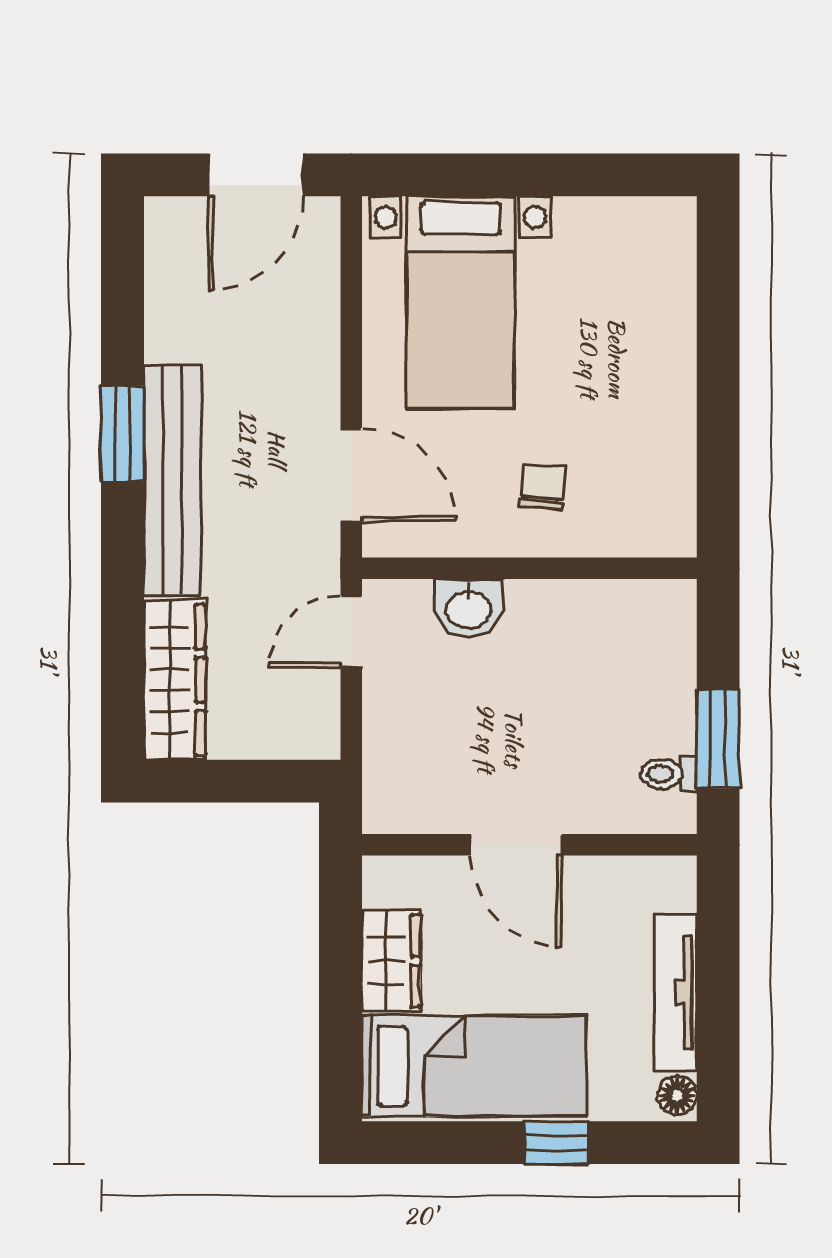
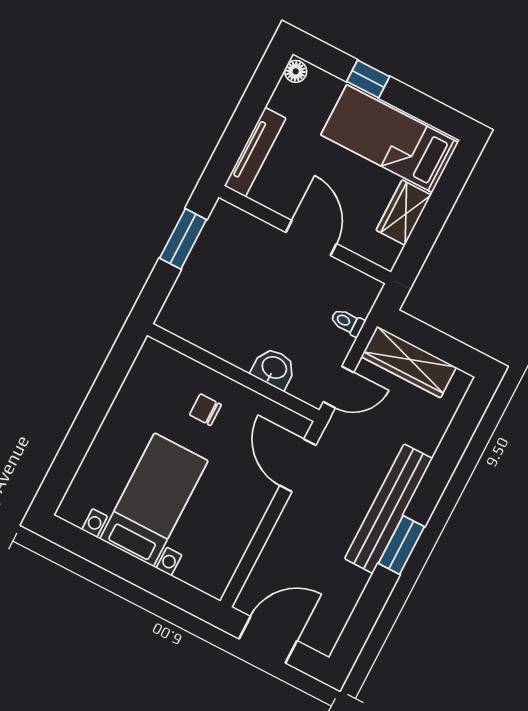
bed with nightstands: (460, 302) -> (154, 500), moved
chair: (543, 487) -> (205, 410), turned 86
wardrobe: (175, 680) -> (409, 362), moved, turned -90
toilet: (669, 774) -> (347, 322), moved, turned 180
tv unit: (675, 992) -> (255, 152), moved

